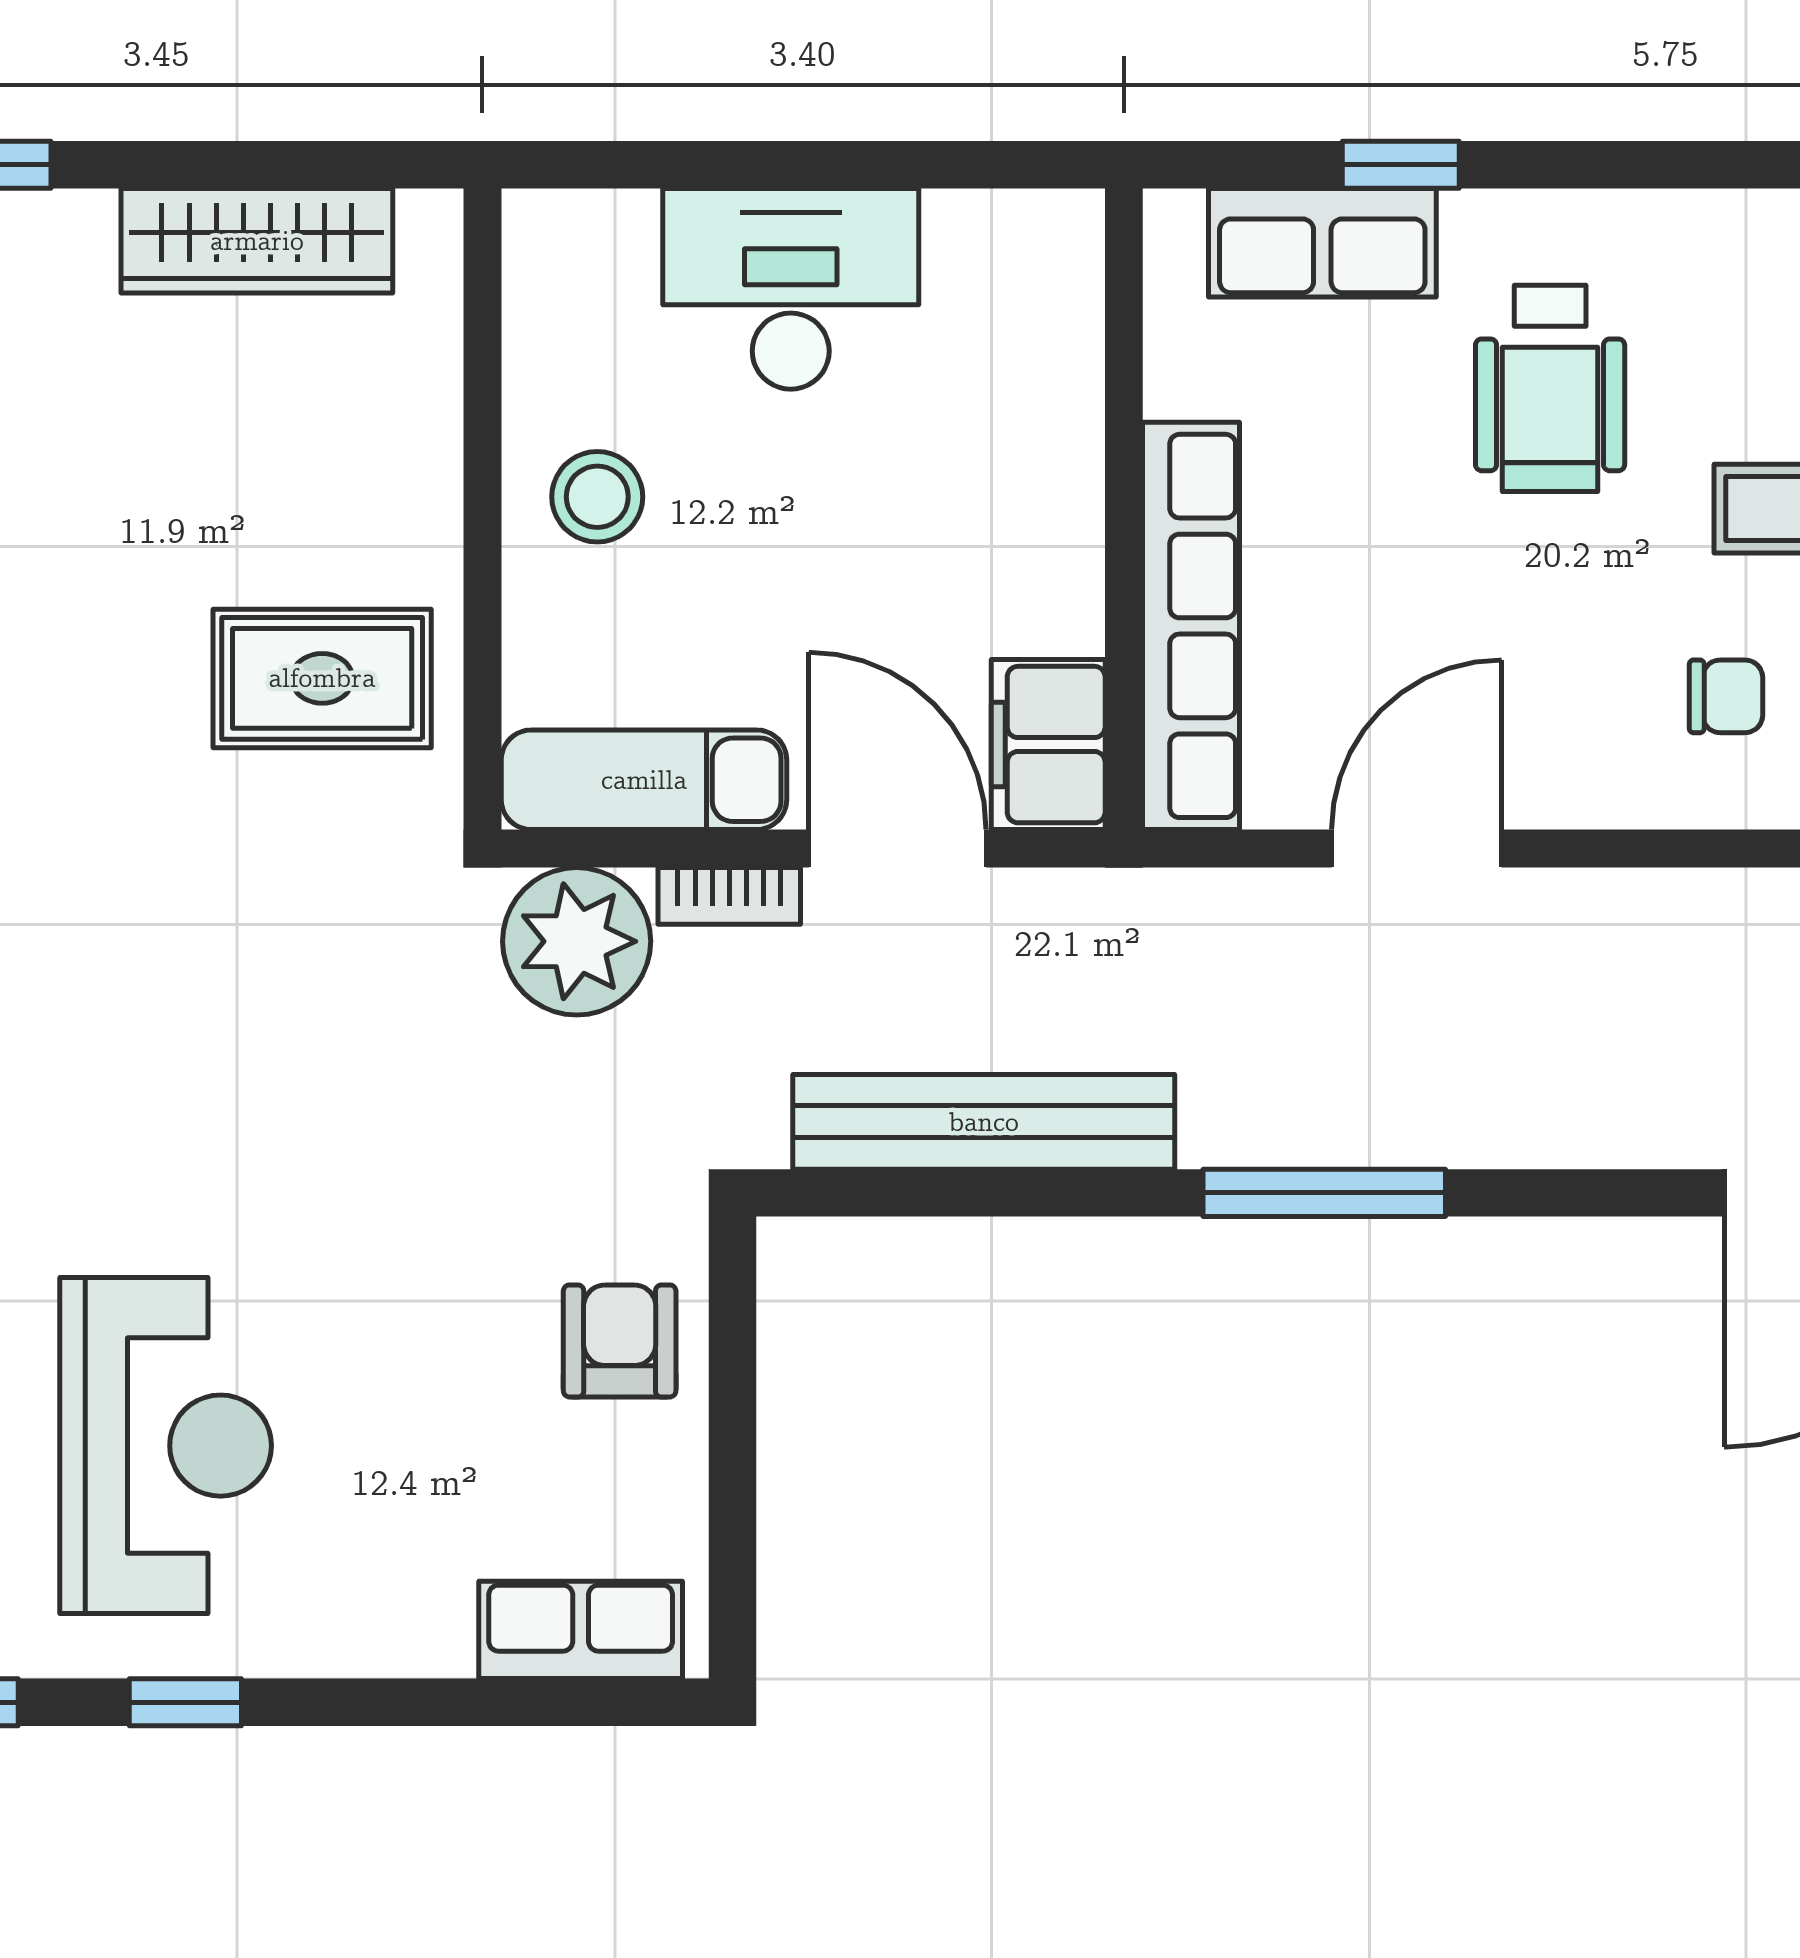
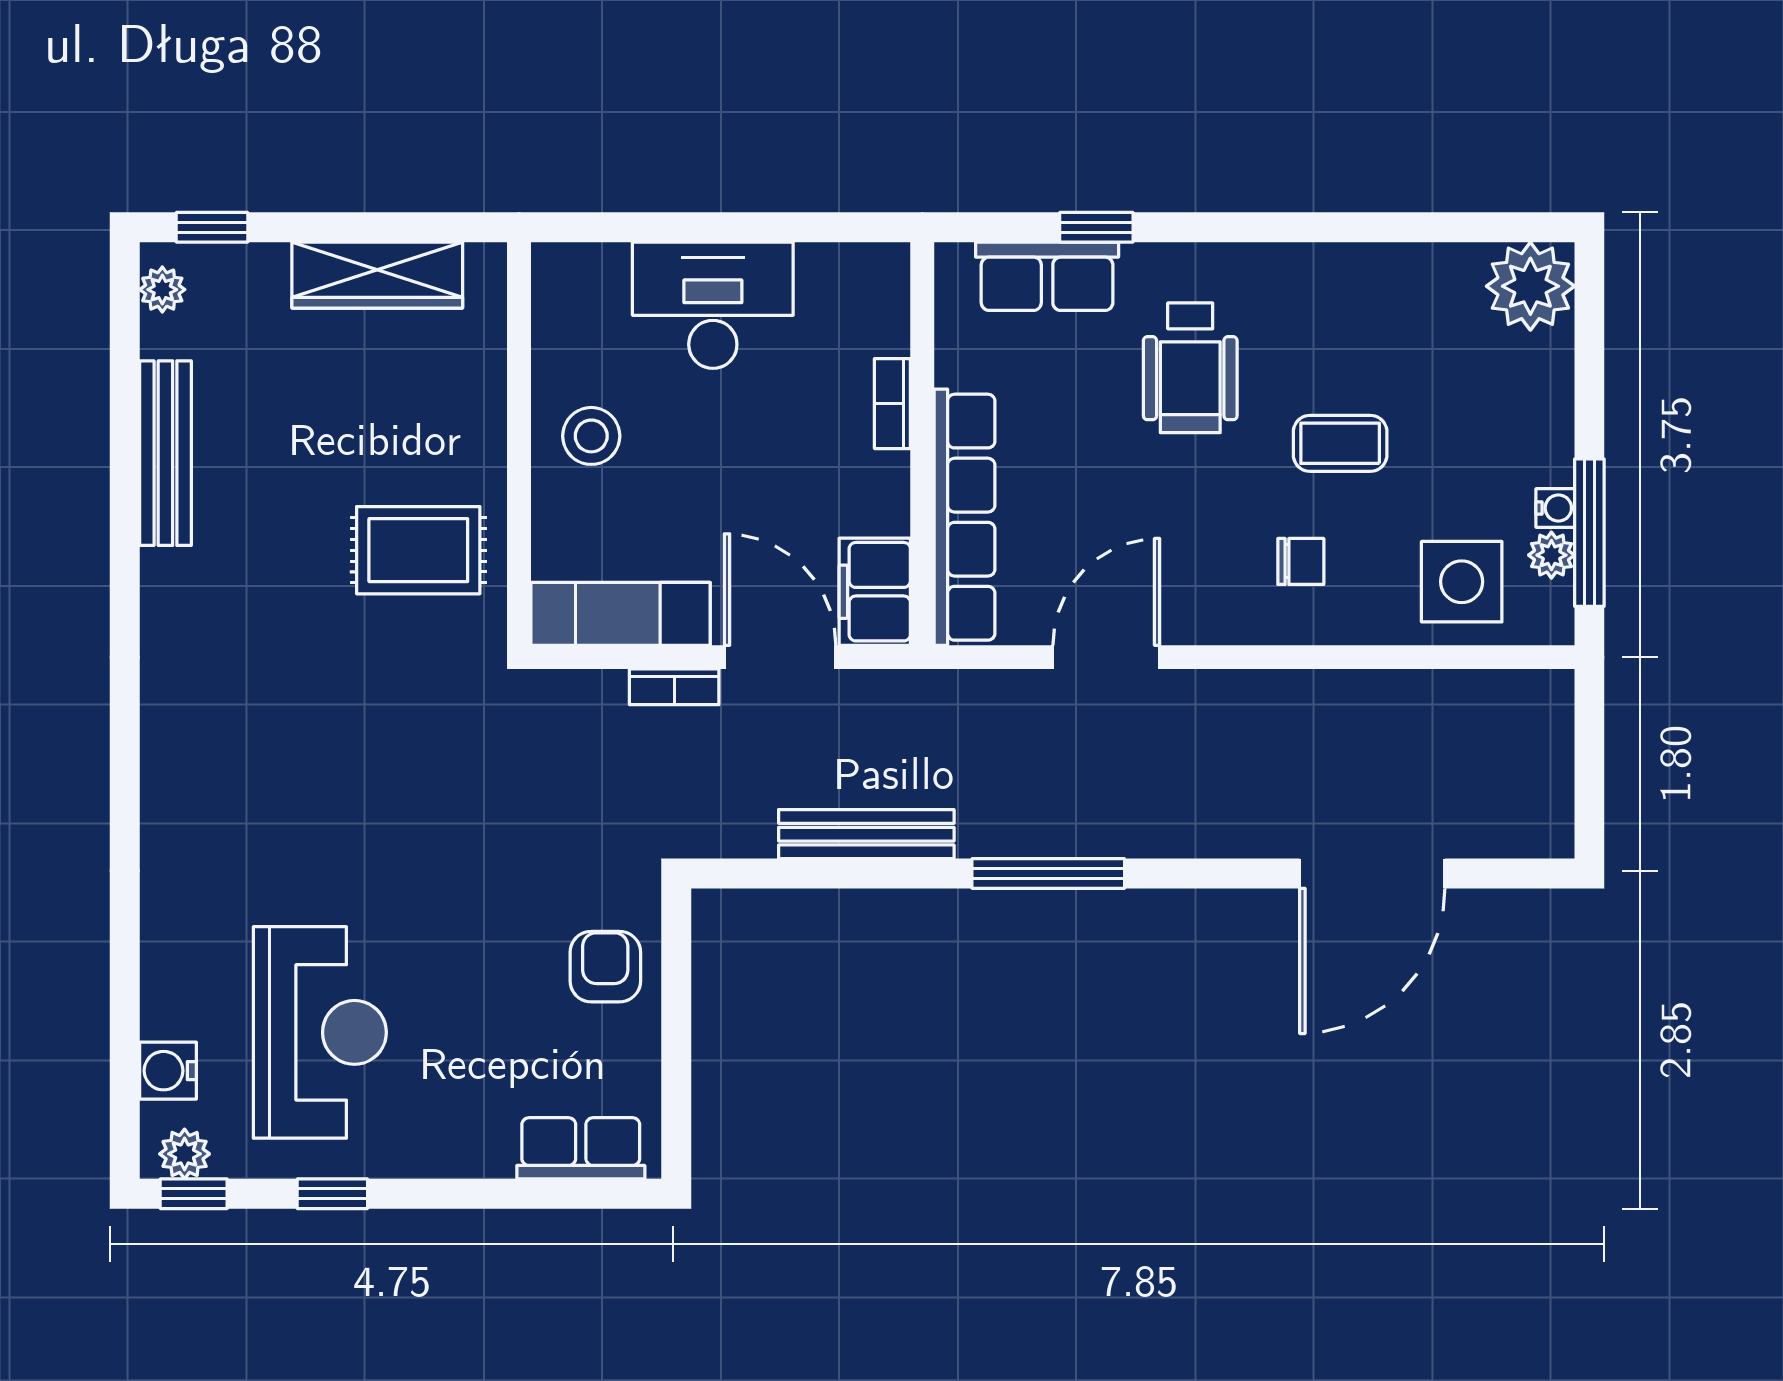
bookcase: (1076, 445) -> (892, 404), added
plant: (577, 941) -> (578, 715), removed
bench: (984, 1122) -> (866, 834), width x0.73, depth x0.82

